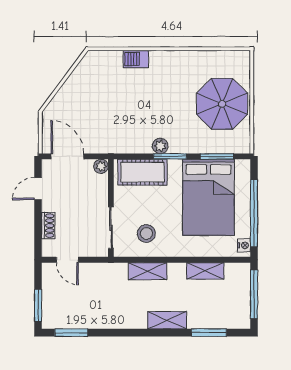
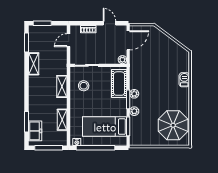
parasol: (222, 104) -> (173, 125), moved
plant: (190, 146) -> (134, 111), added
bed: (208, 197) -> (105, 127), width x0.67
freezer: (224, 318) -> (35, 131), added
shelving: (167, 320) -> (34, 64), moved

